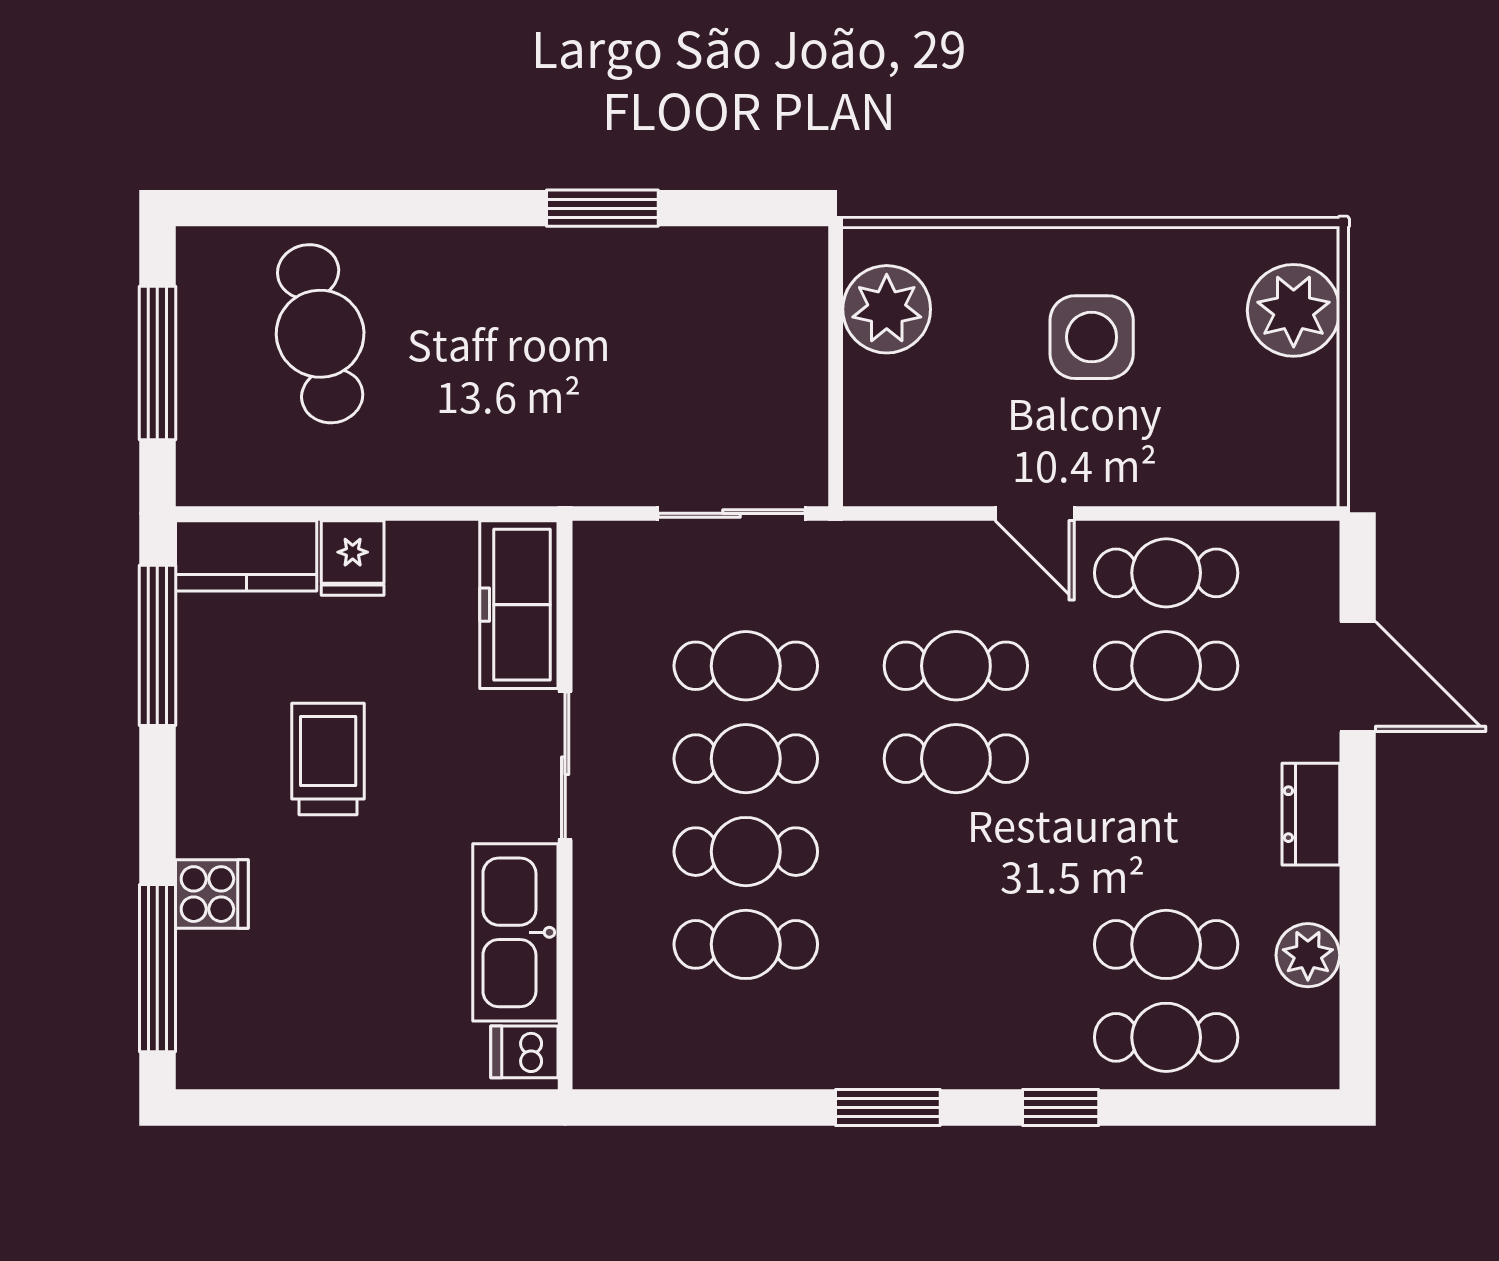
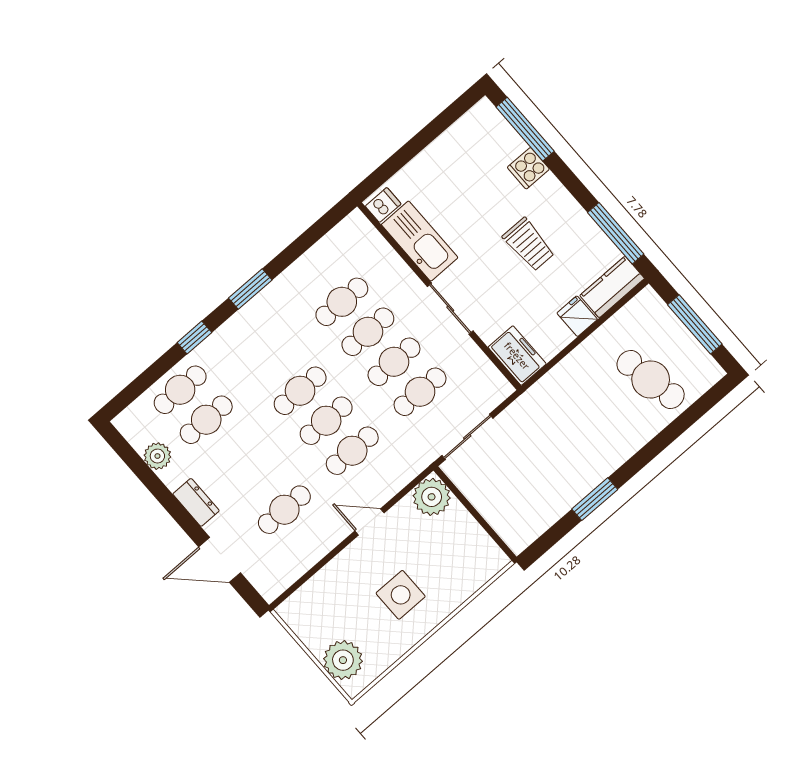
plant: (887, 309) -> (432, 497), moved
cafe table: (1166, 573) -> (300, 391), moved
freezer: (519, 605) -> (517, 356), width x0.71

